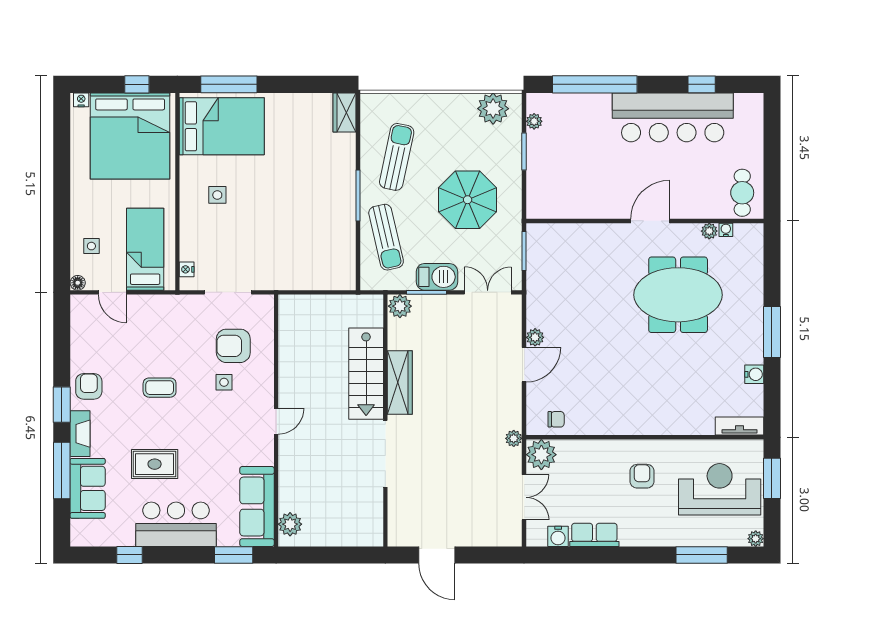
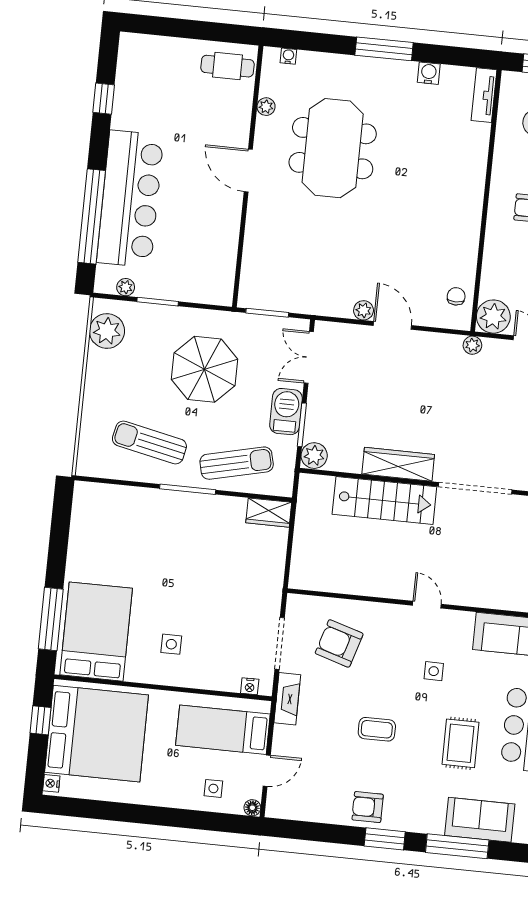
wardrobe: (345, 112) -> (269, 513), moved
bar counter: (673, 117) -> (130, 199), moved
water cooler: (726, 230) -> (288, 56), moved, turned 90
armchair: (233, 346) -> (339, 643), turned 107
side table: (224, 382) -> (434, 671), moved
coffee table: (160, 388) -> (377, 729), turned 90
fireplace: (80, 434) -> (287, 699), moved, turned 90

